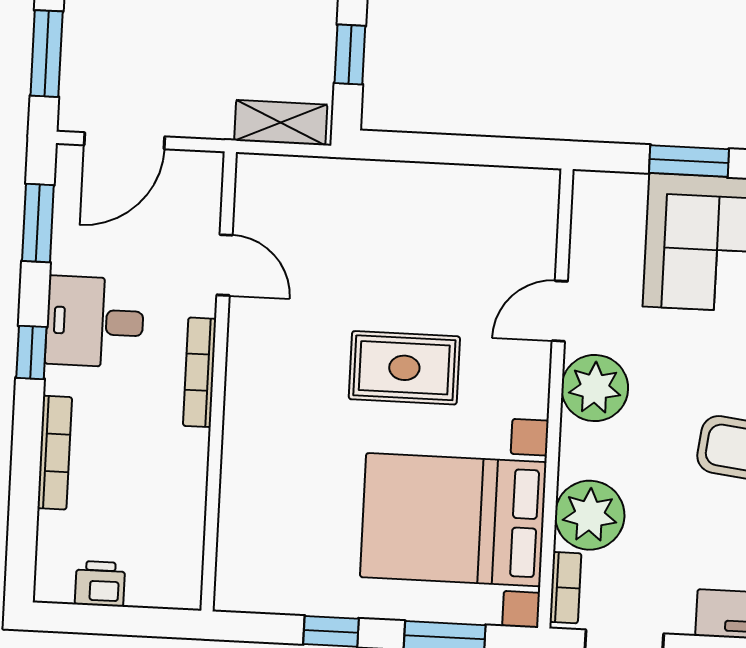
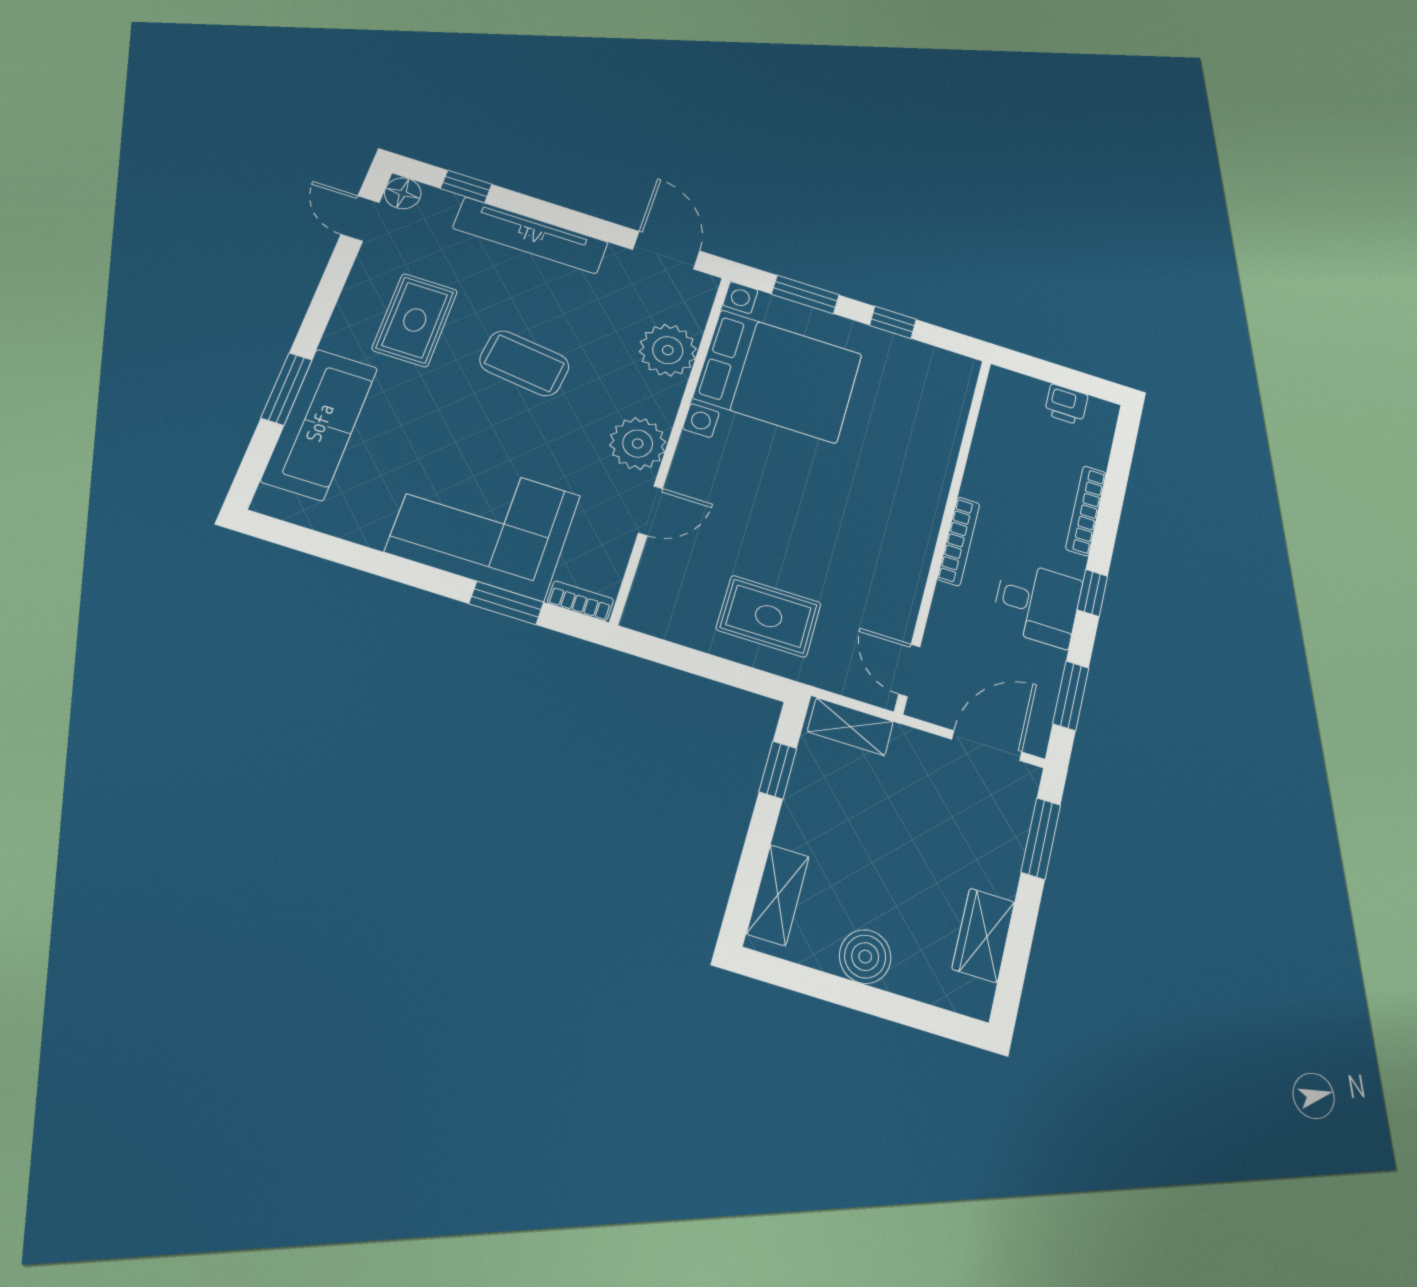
door: (225, 265) -> (909, 670), moved
rug: (404, 368) -> (769, 616), moved
bookcase: (565, 588) -> (580, 601), moved, turned 90

